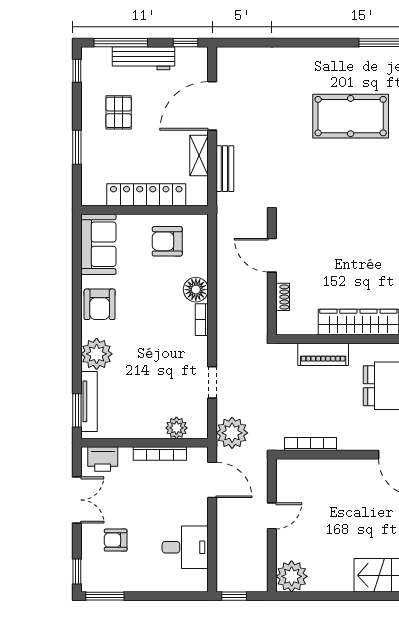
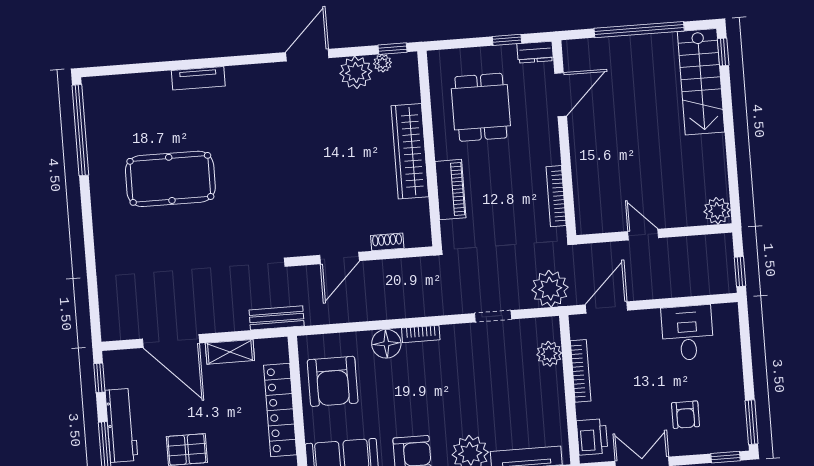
pool table: (351, 116) -> (170, 179), turned 90
bench: (225, 169) -> (277, 318), moved
armchair: (167, 241) -> (333, 381), width x1.36, depth x1.36
plant: (292, 576) -> (717, 211), width x0.73, depth x0.73

